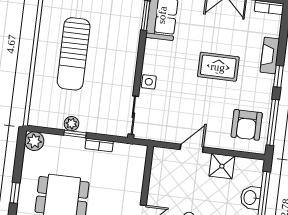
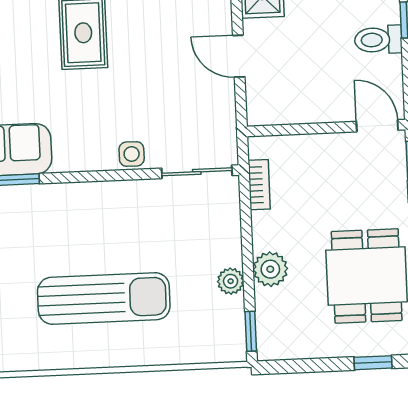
window: (75, 134) -> (251, 331), moved
plant: (34, 141) -> (270, 269), moved
bookcase: (99, 145) -> (259, 185), moved

